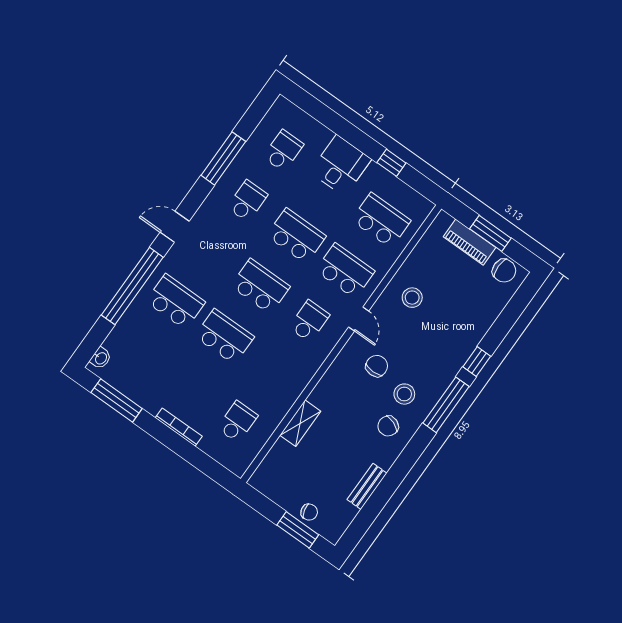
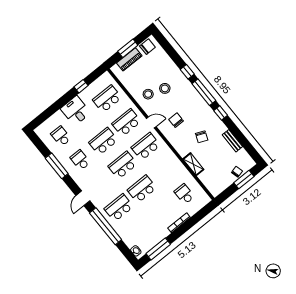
school desk: (309, 321) -> (146, 146), width x1.85
stool: (404, 394) -> (165, 88), moved
chair: (388, 426) -> (202, 137), moved
window: (415, 449) -> (221, 113), added

